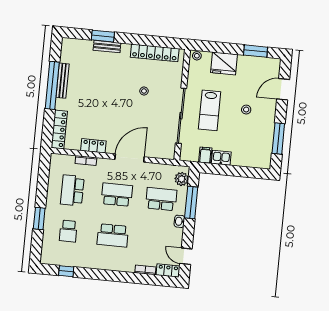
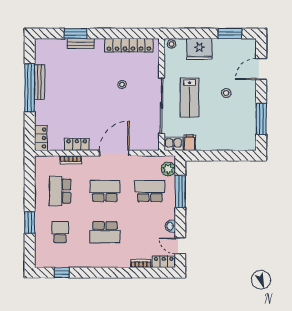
locker: (59, 129) -> (41, 138), width x0.66
kitchen sink: (221, 158) -> (173, 144), moved
washbasin: (179, 221) -> (170, 226), moved
school desk: (68, 231) -> (60, 232), turned 180

